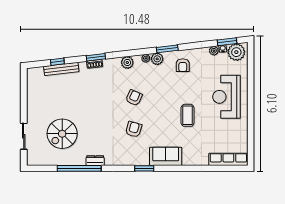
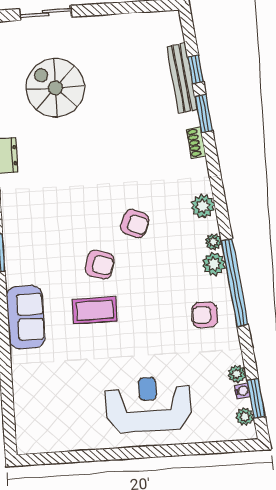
window: (167, 49) -> (235, 282), width x2.11
plant: (236, 52) -> (245, 417), width x0.53, depth x0.53
window: (96, 57) -> (204, 113), moved
coffee table: (188, 115) -> (95, 310), moved
armchair: (134, 129) -> (100, 265), moved
sofa: (166, 156) -> (26, 317), moved
row of seats: (228, 159) -> (26, 416), removed

